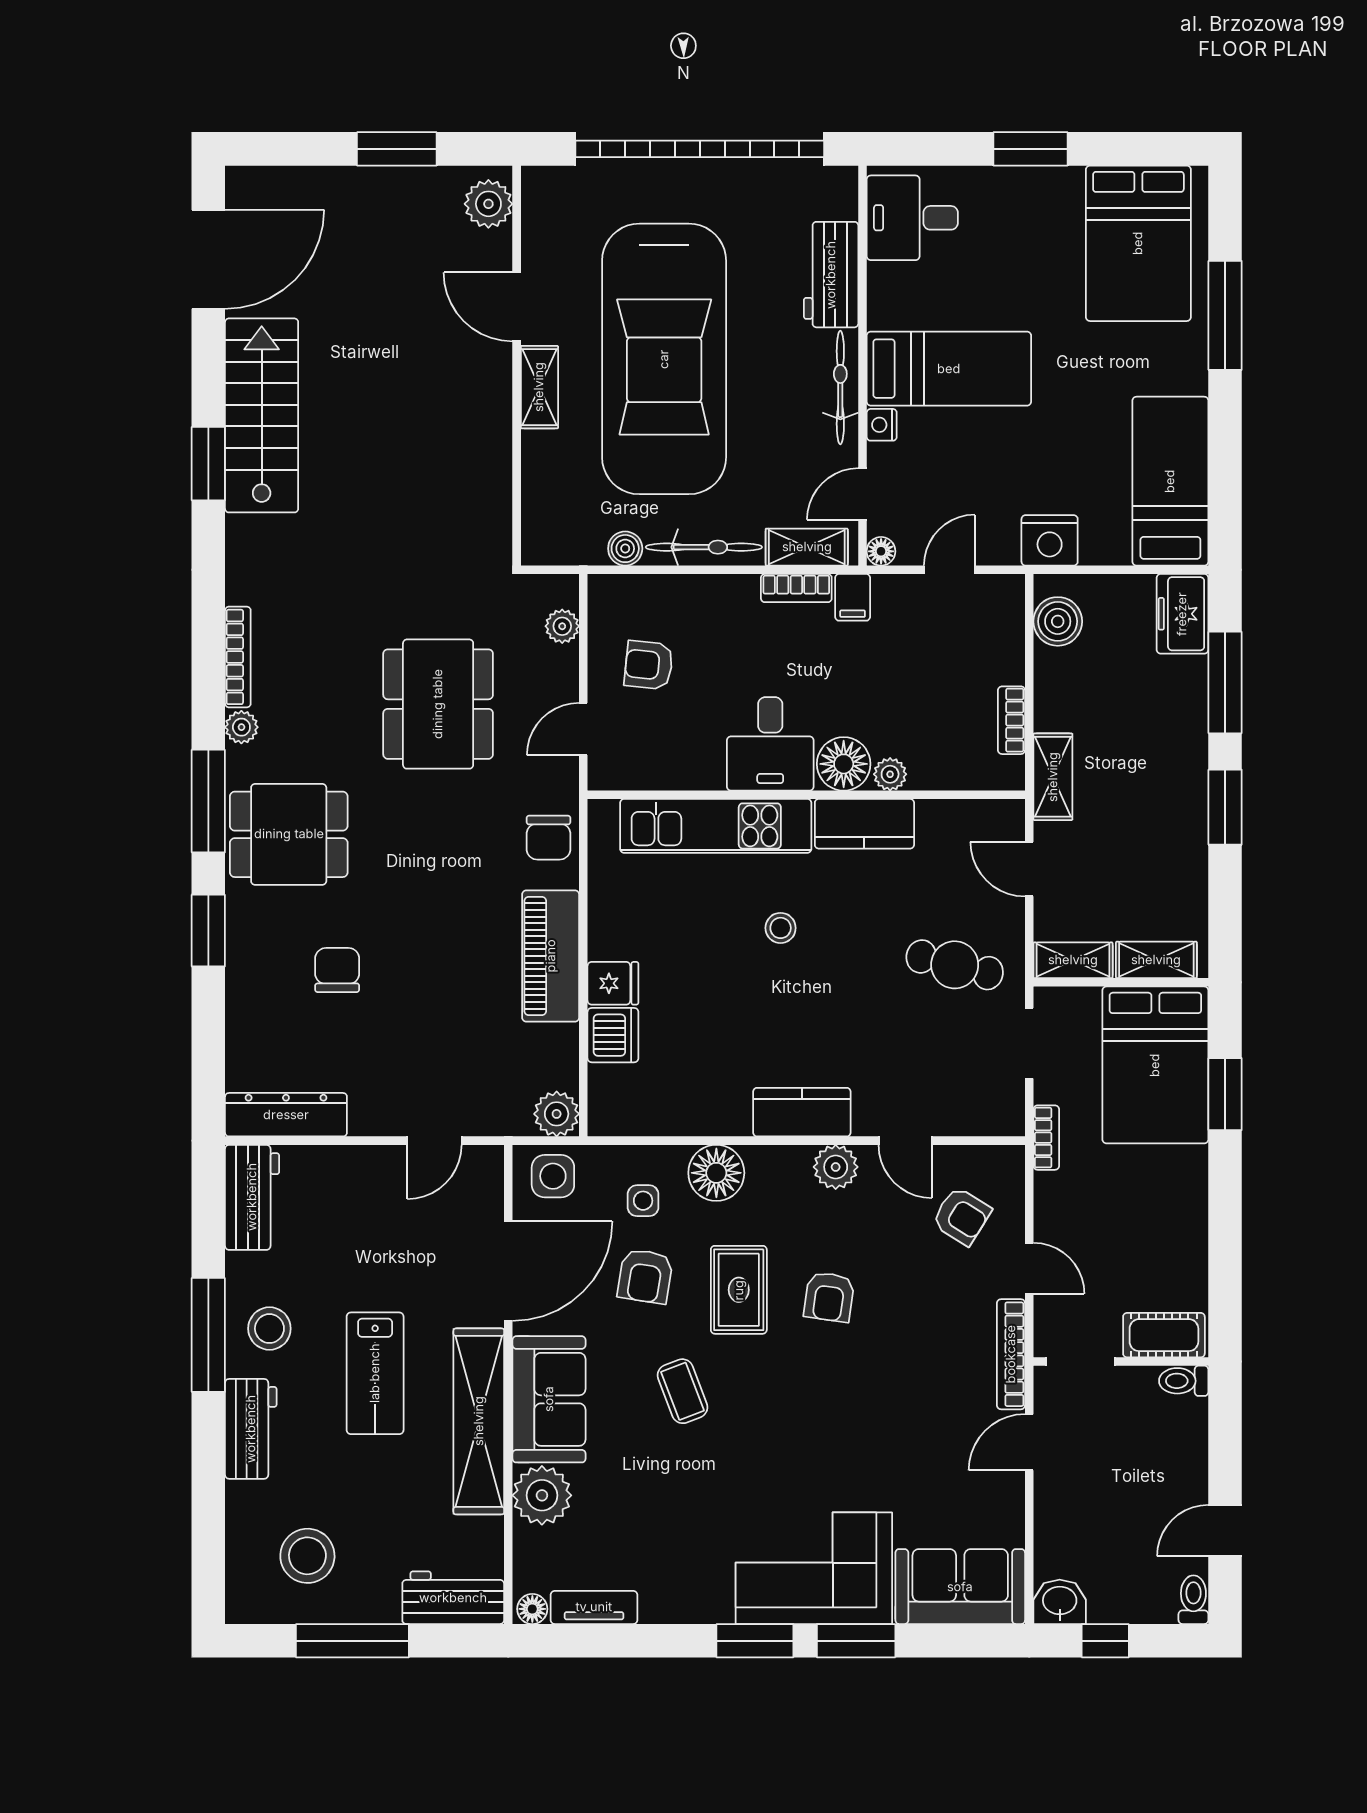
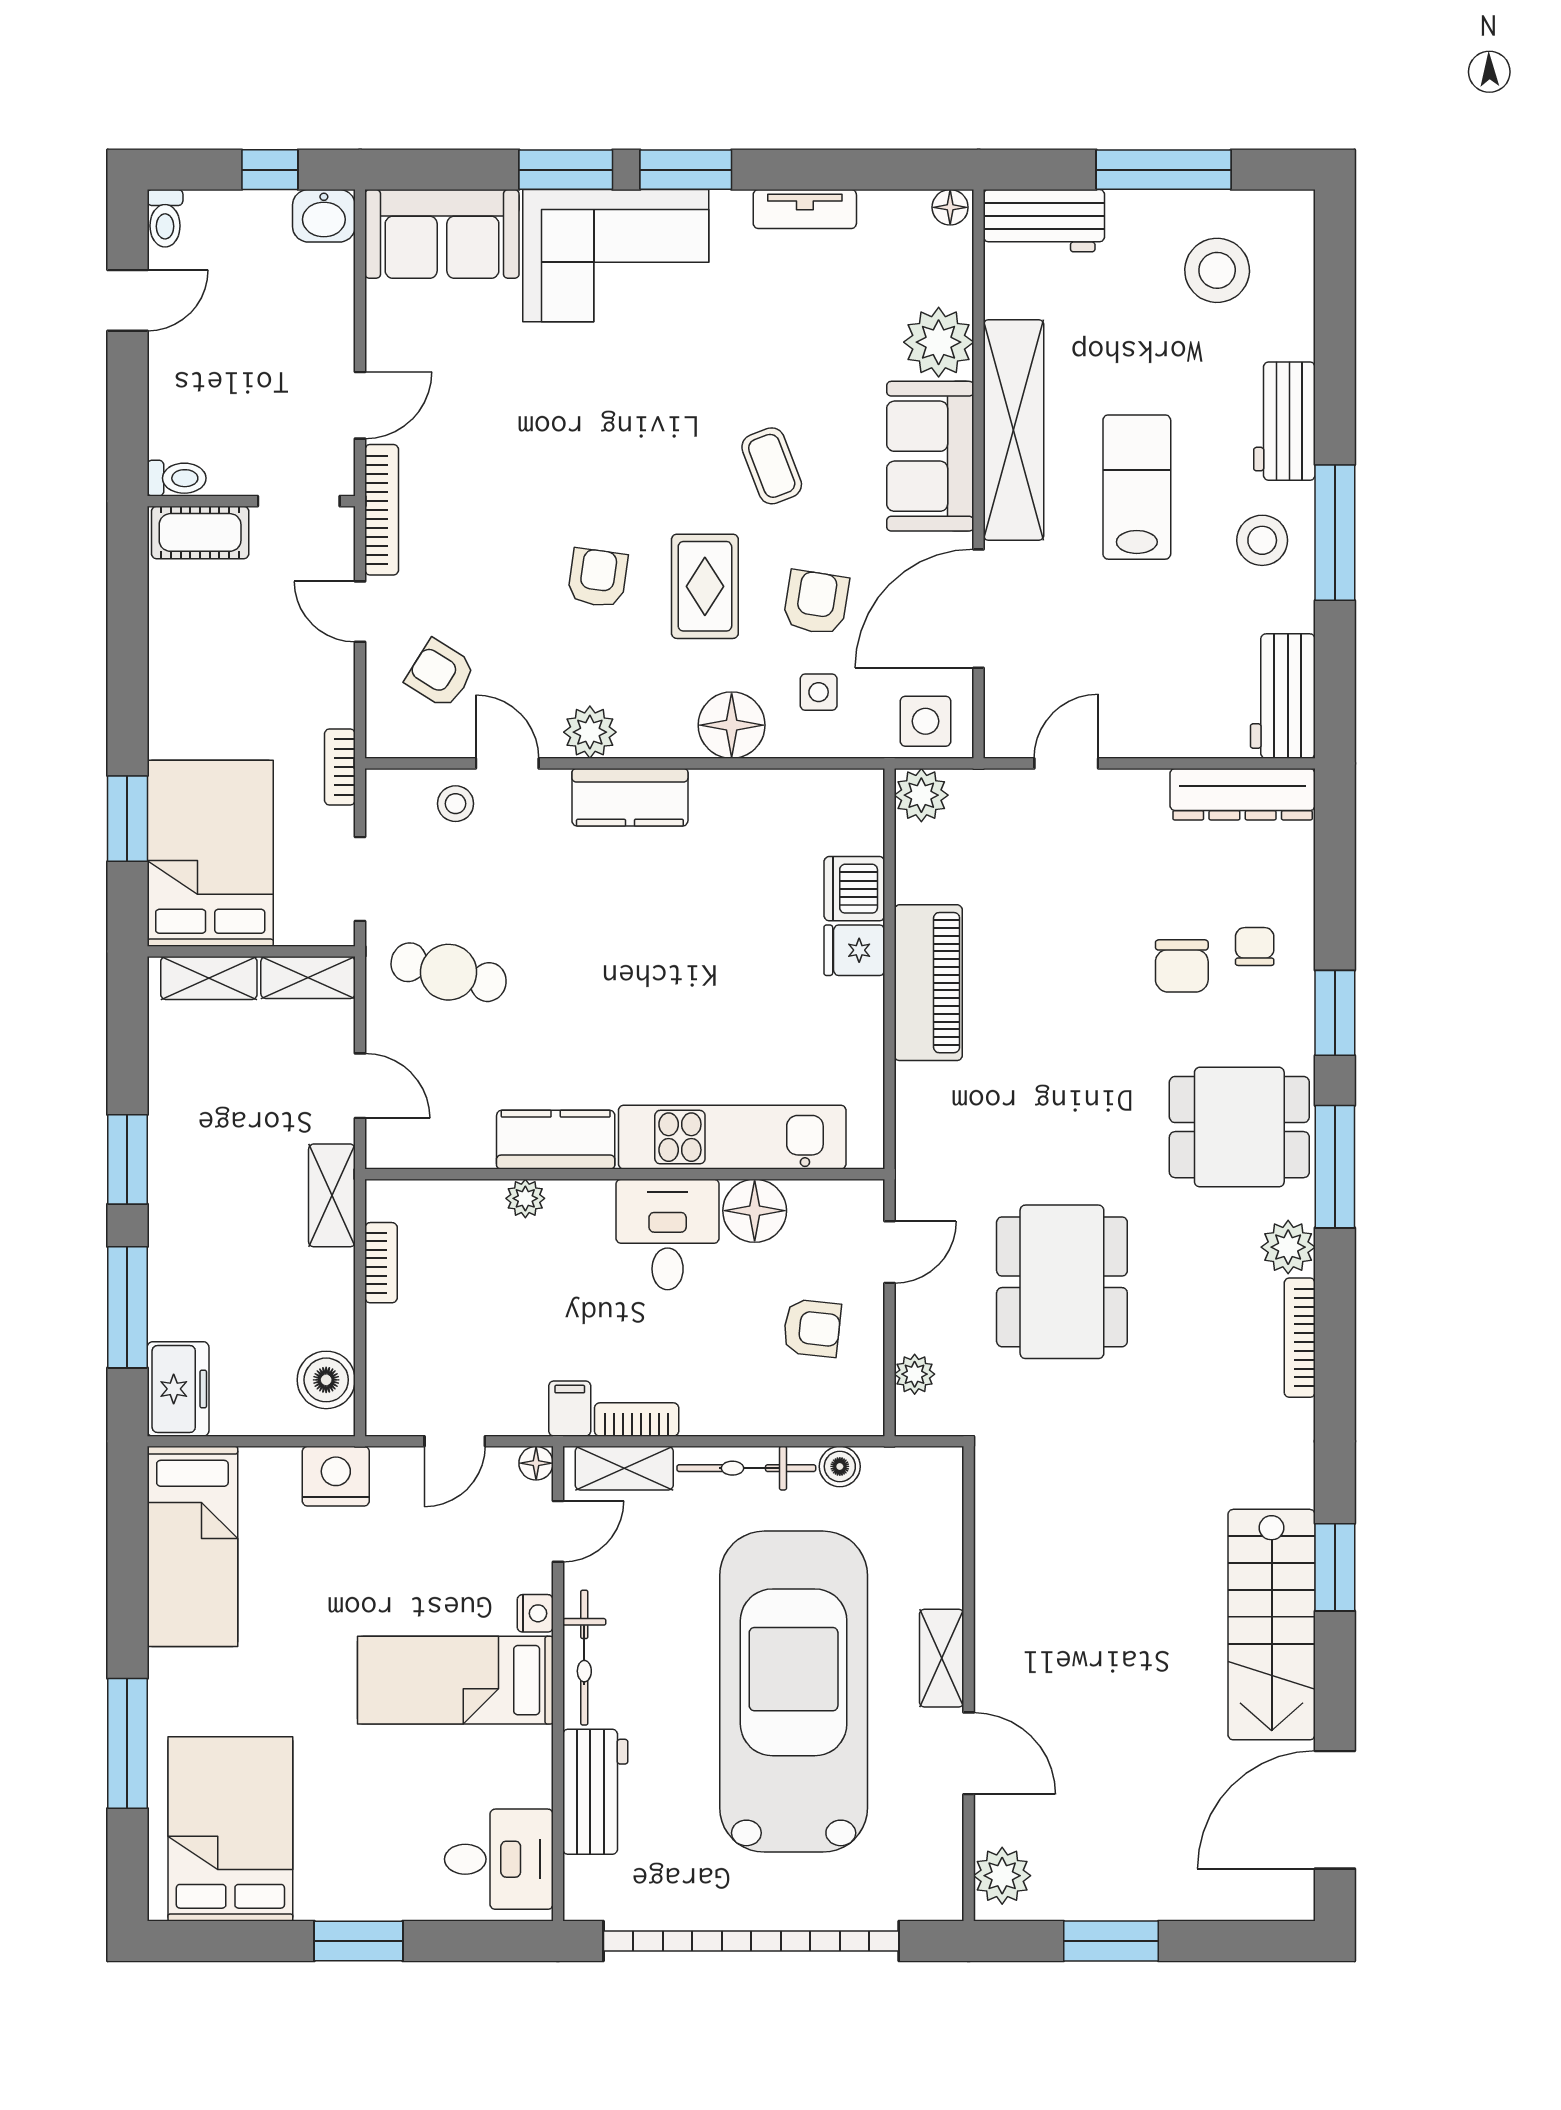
plant: (241, 727) -> (1288, 1247), width x1.38, depth x1.38
floor lamp: (844, 764) -> (755, 1211), moved
chair: (548, 838) -> (1255, 946), moved, width x0.73, depth x0.73
stool: (781, 928) -> (456, 804), moved
tv unit: (594, 1607) -> (805, 209), moved

